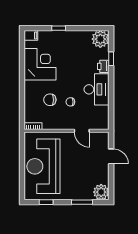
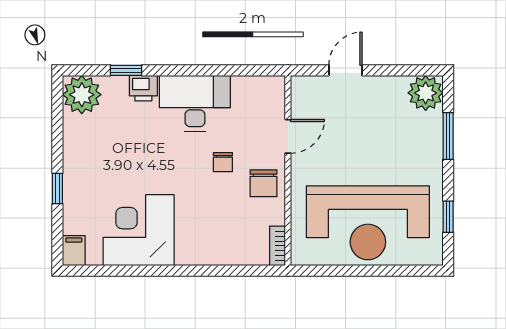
chair: (50, 100) -> (264, 183), moved

